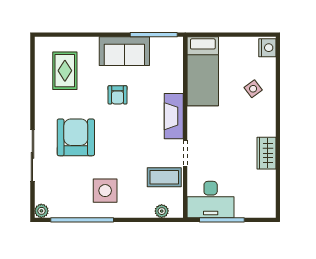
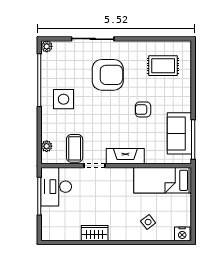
sofa: (124, 51) -> (179, 133), moved

